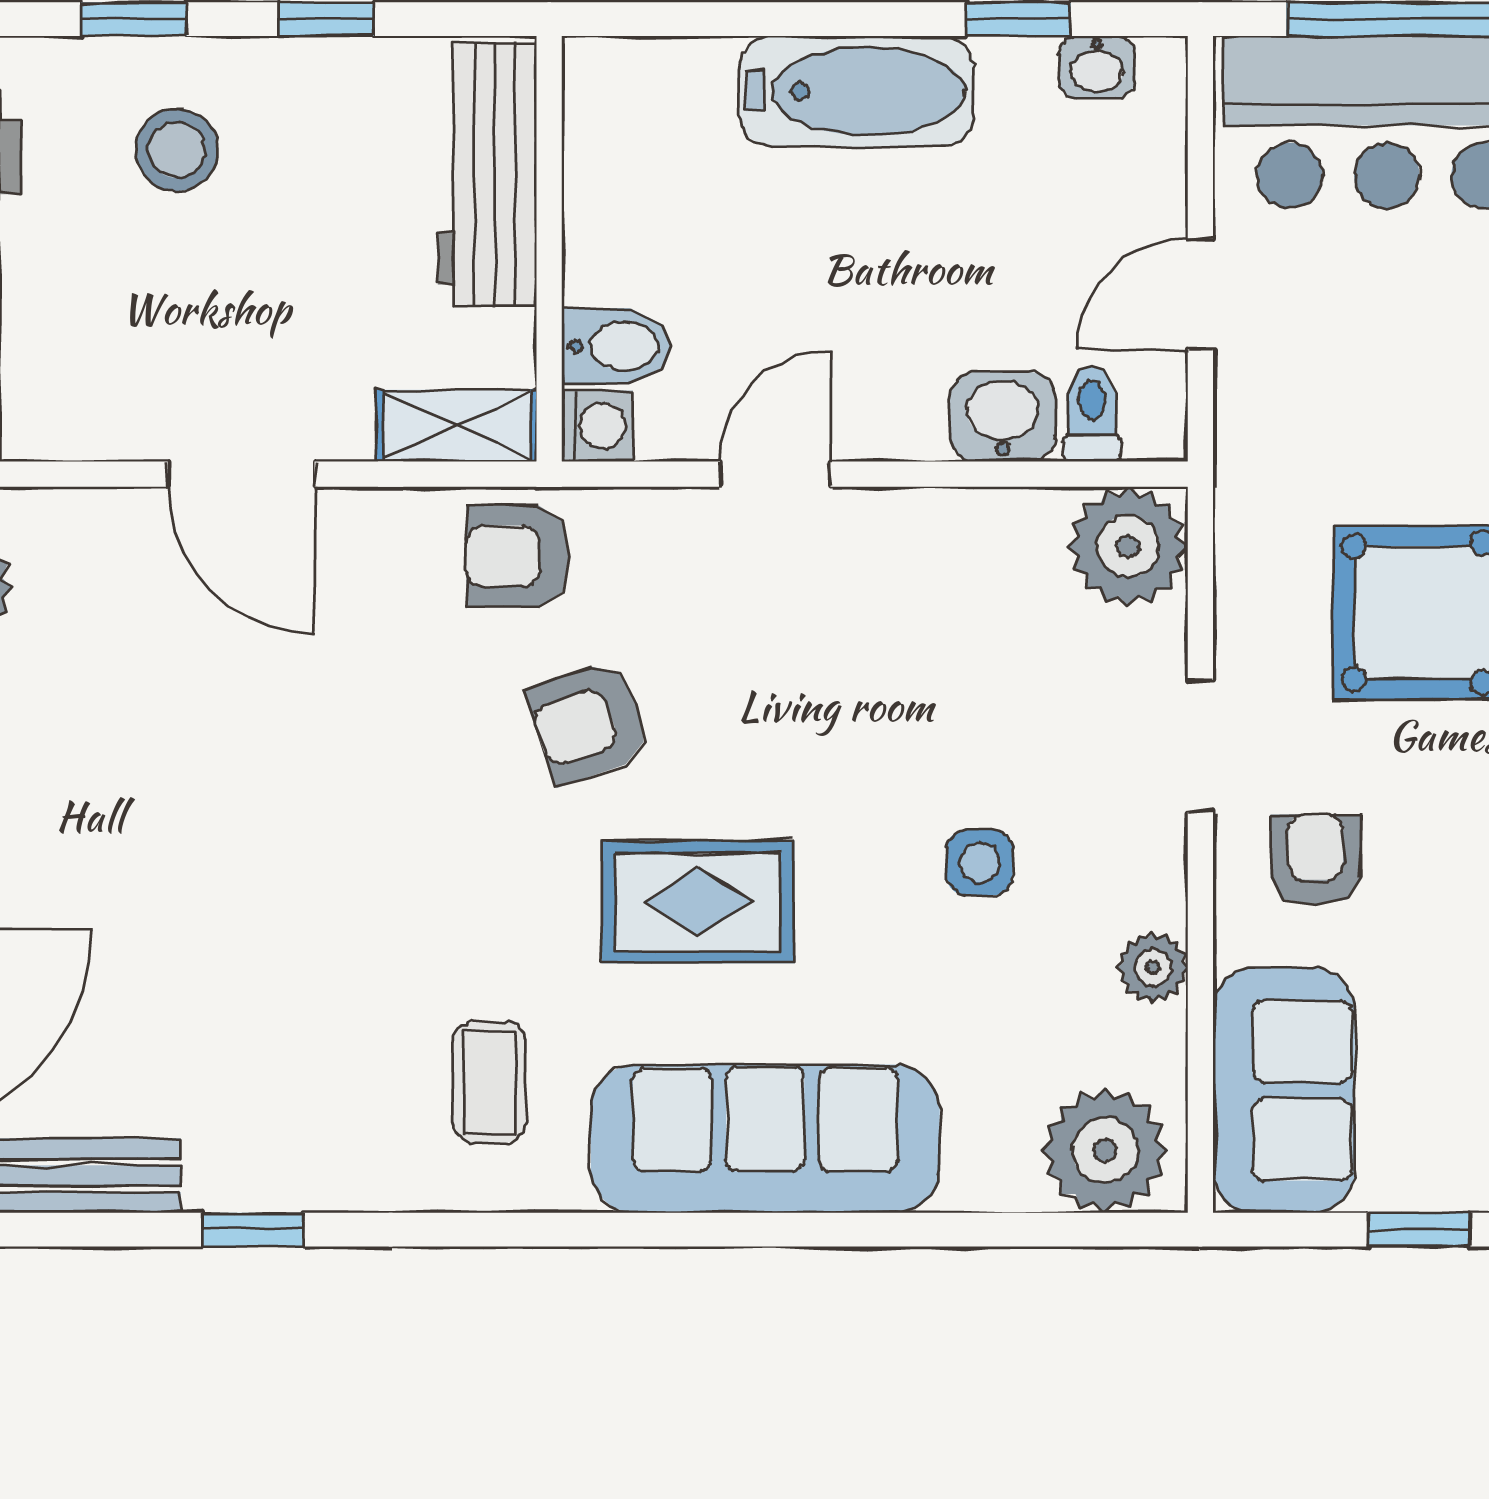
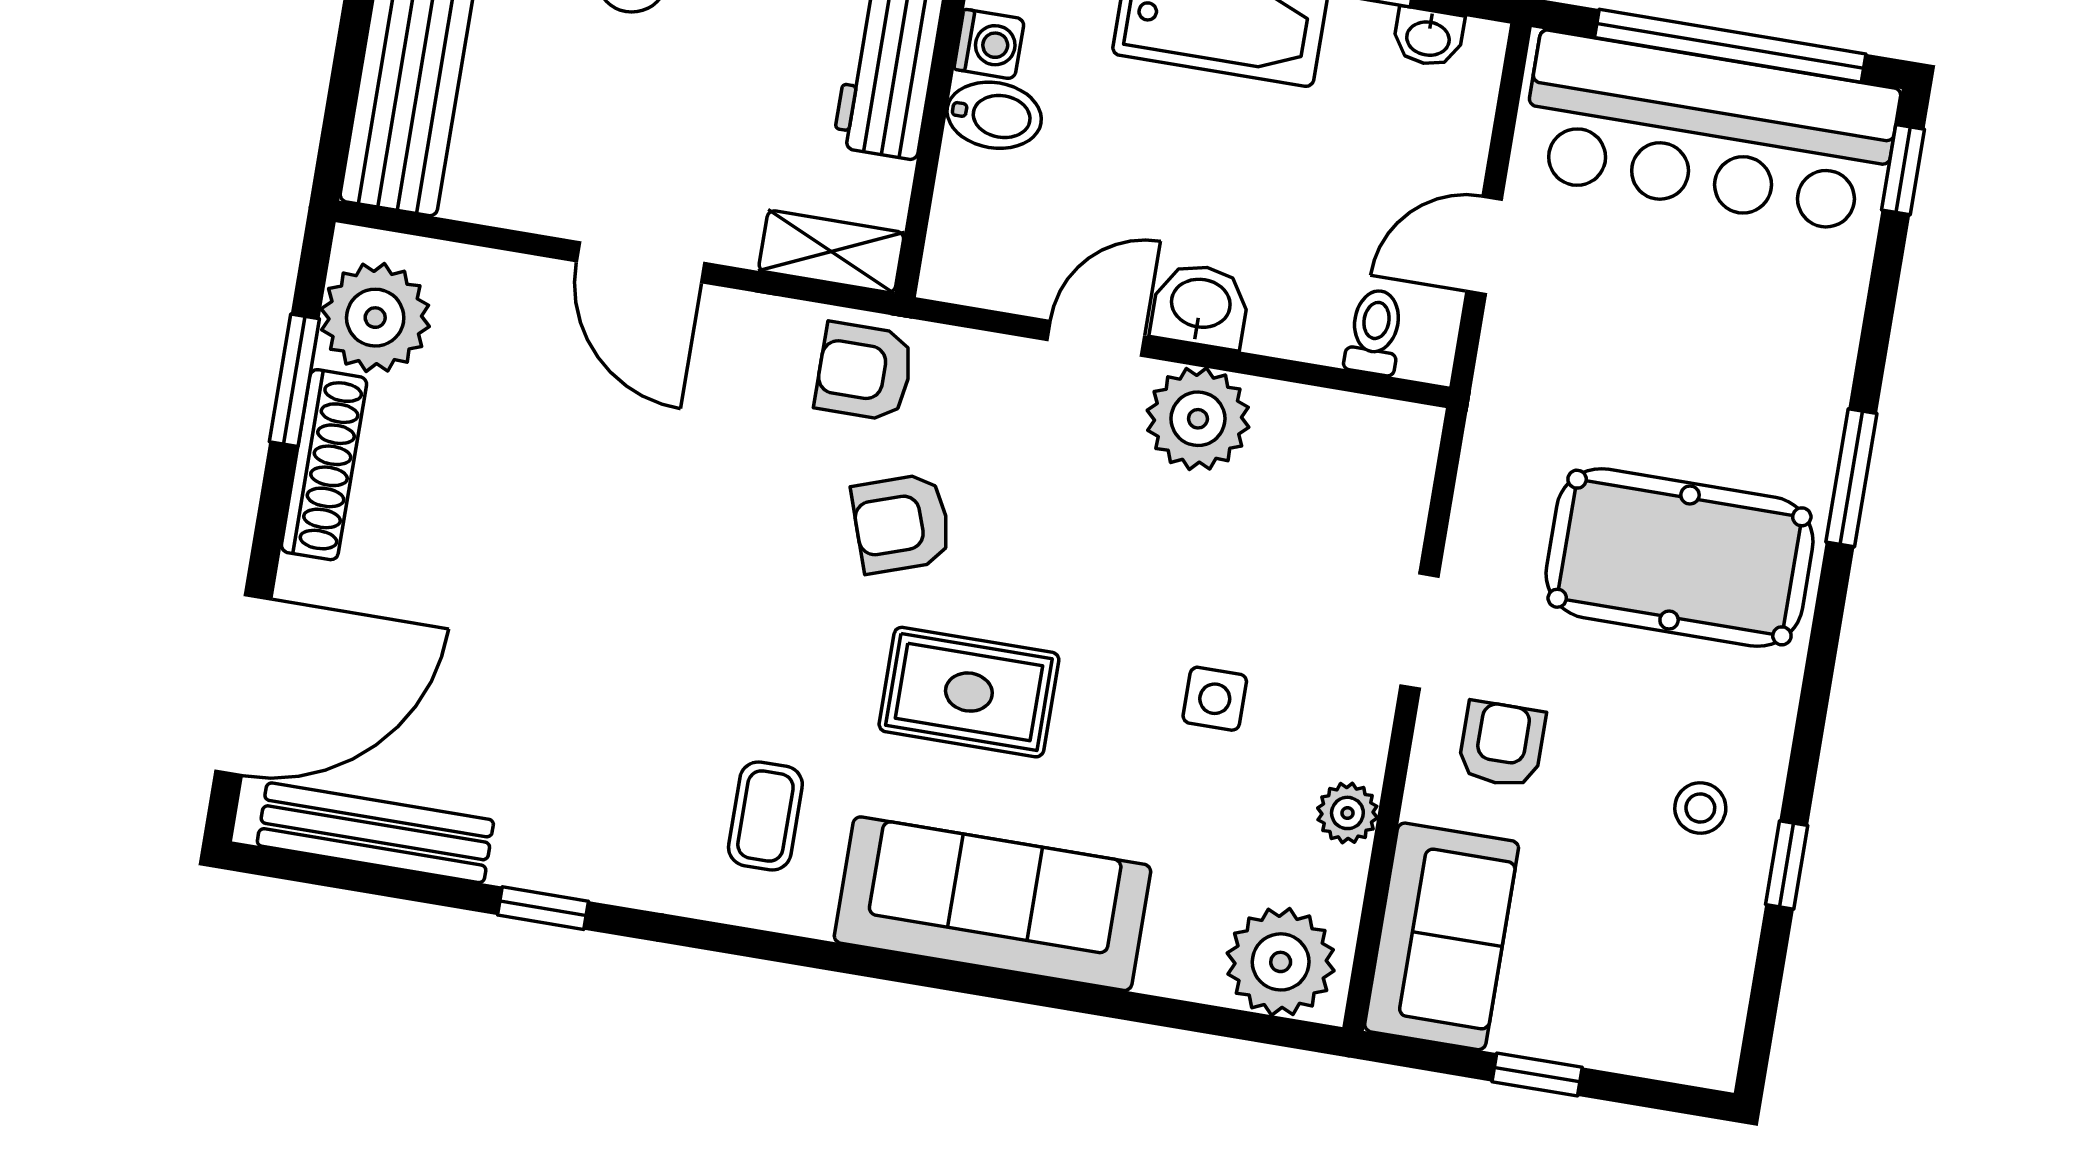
bidet: (617, 346) -> (994, 115), moved
washbasin: (1003, 417) -> (1200, 306), moved
washing machine: (597, 426) -> (989, 44), moved
plant: (1128, 546) -> (1198, 419), moved

